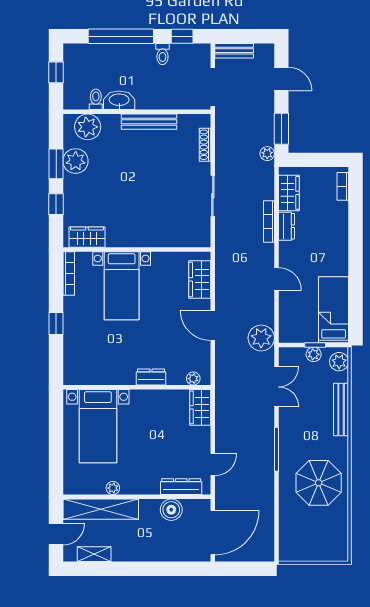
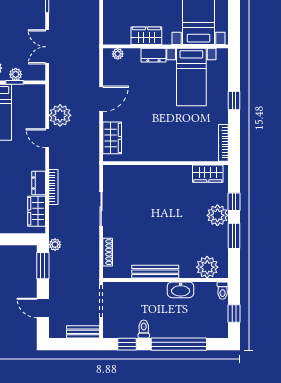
toilet: (96, 99) -> (223, 291), moved
plant: (76, 161) -> (217, 215), moved
bed with nightstands: (122, 286) -> (191, 77), moved, turned 180
door: (213, 325) -> (101, 99), hinge flipped
plant: (261, 338) -> (60, 115), moved
wardrobe: (200, 407) -> (146, 36), moved, turned -90

